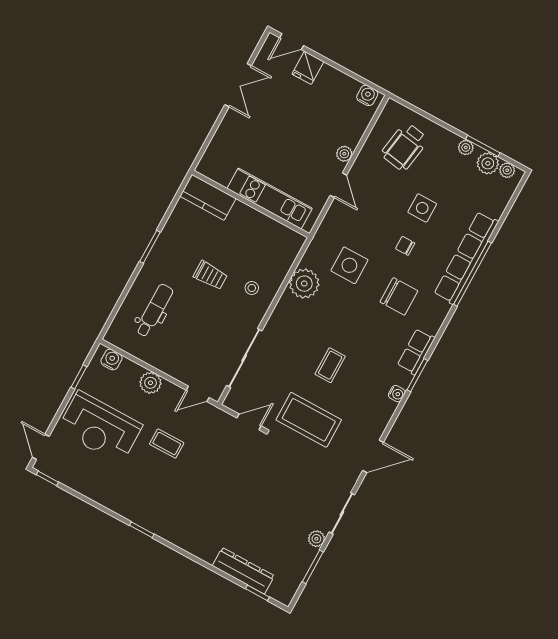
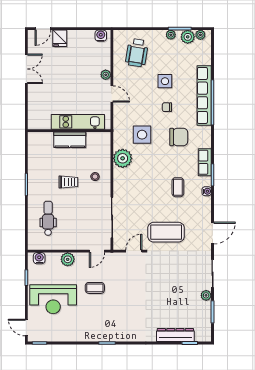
kitchen counter: (208, 197) -> (70, 140), moved
coffee table: (330, 365) -> (178, 187), moved

